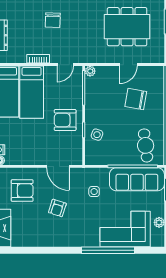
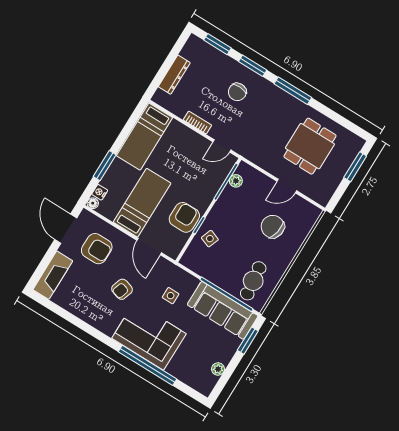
dining table: (127, 27) -> (310, 146), width x0.73
plant: (90, 71) -> (236, 181), moved
bed: (32, 92) -> (142, 203), moved, turned 180
armchair: (65, 120) -> (184, 217), moved, turned 90
corner sofa: (125, 229) -> (149, 336), moved

